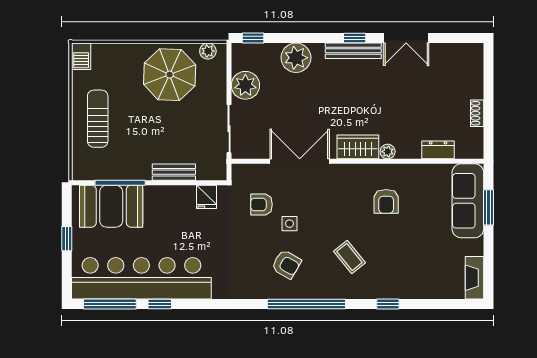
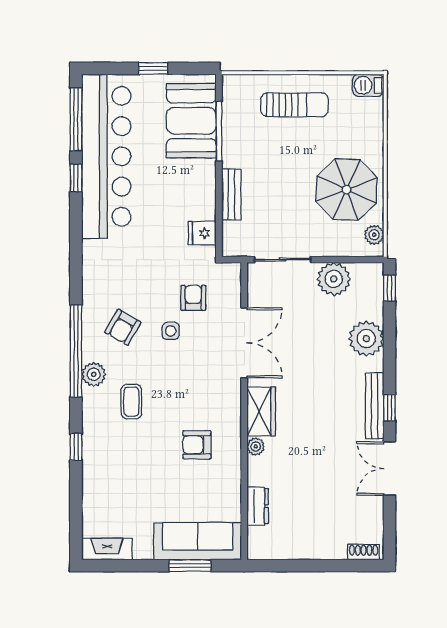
shoe rack: (477, 113) -> (364, 552), moved
coffee table: (349, 257) -> (131, 402), turned -51
plant: (326, 289) -> (94, 374), added

